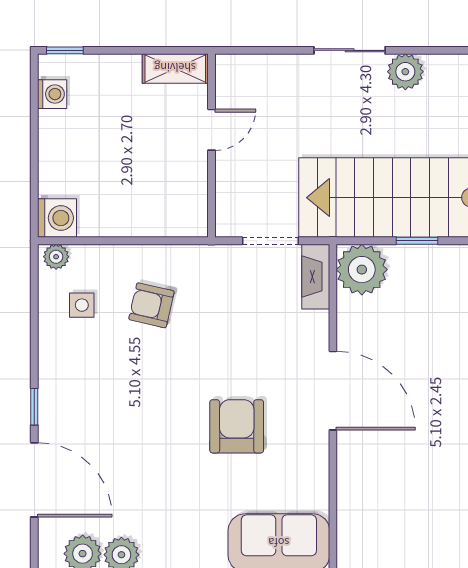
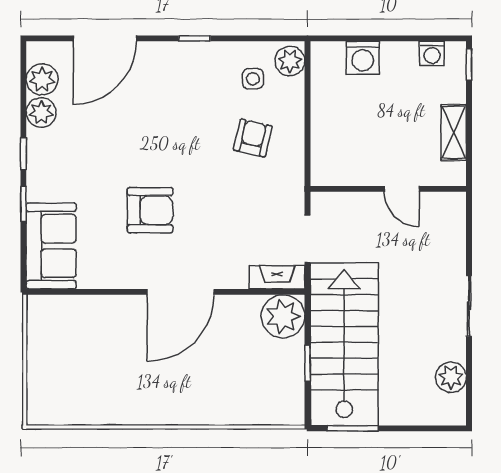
shelving: (175, 68) -> (454, 132), moved
plant: (405, 72) -> (451, 377), moved
washing machine: (57, 218) -> (363, 58), moved
plant: (56, 257) -> (290, 61), width x1.38, depth x1.38
window: (34, 407) -> (195, 38), moved

